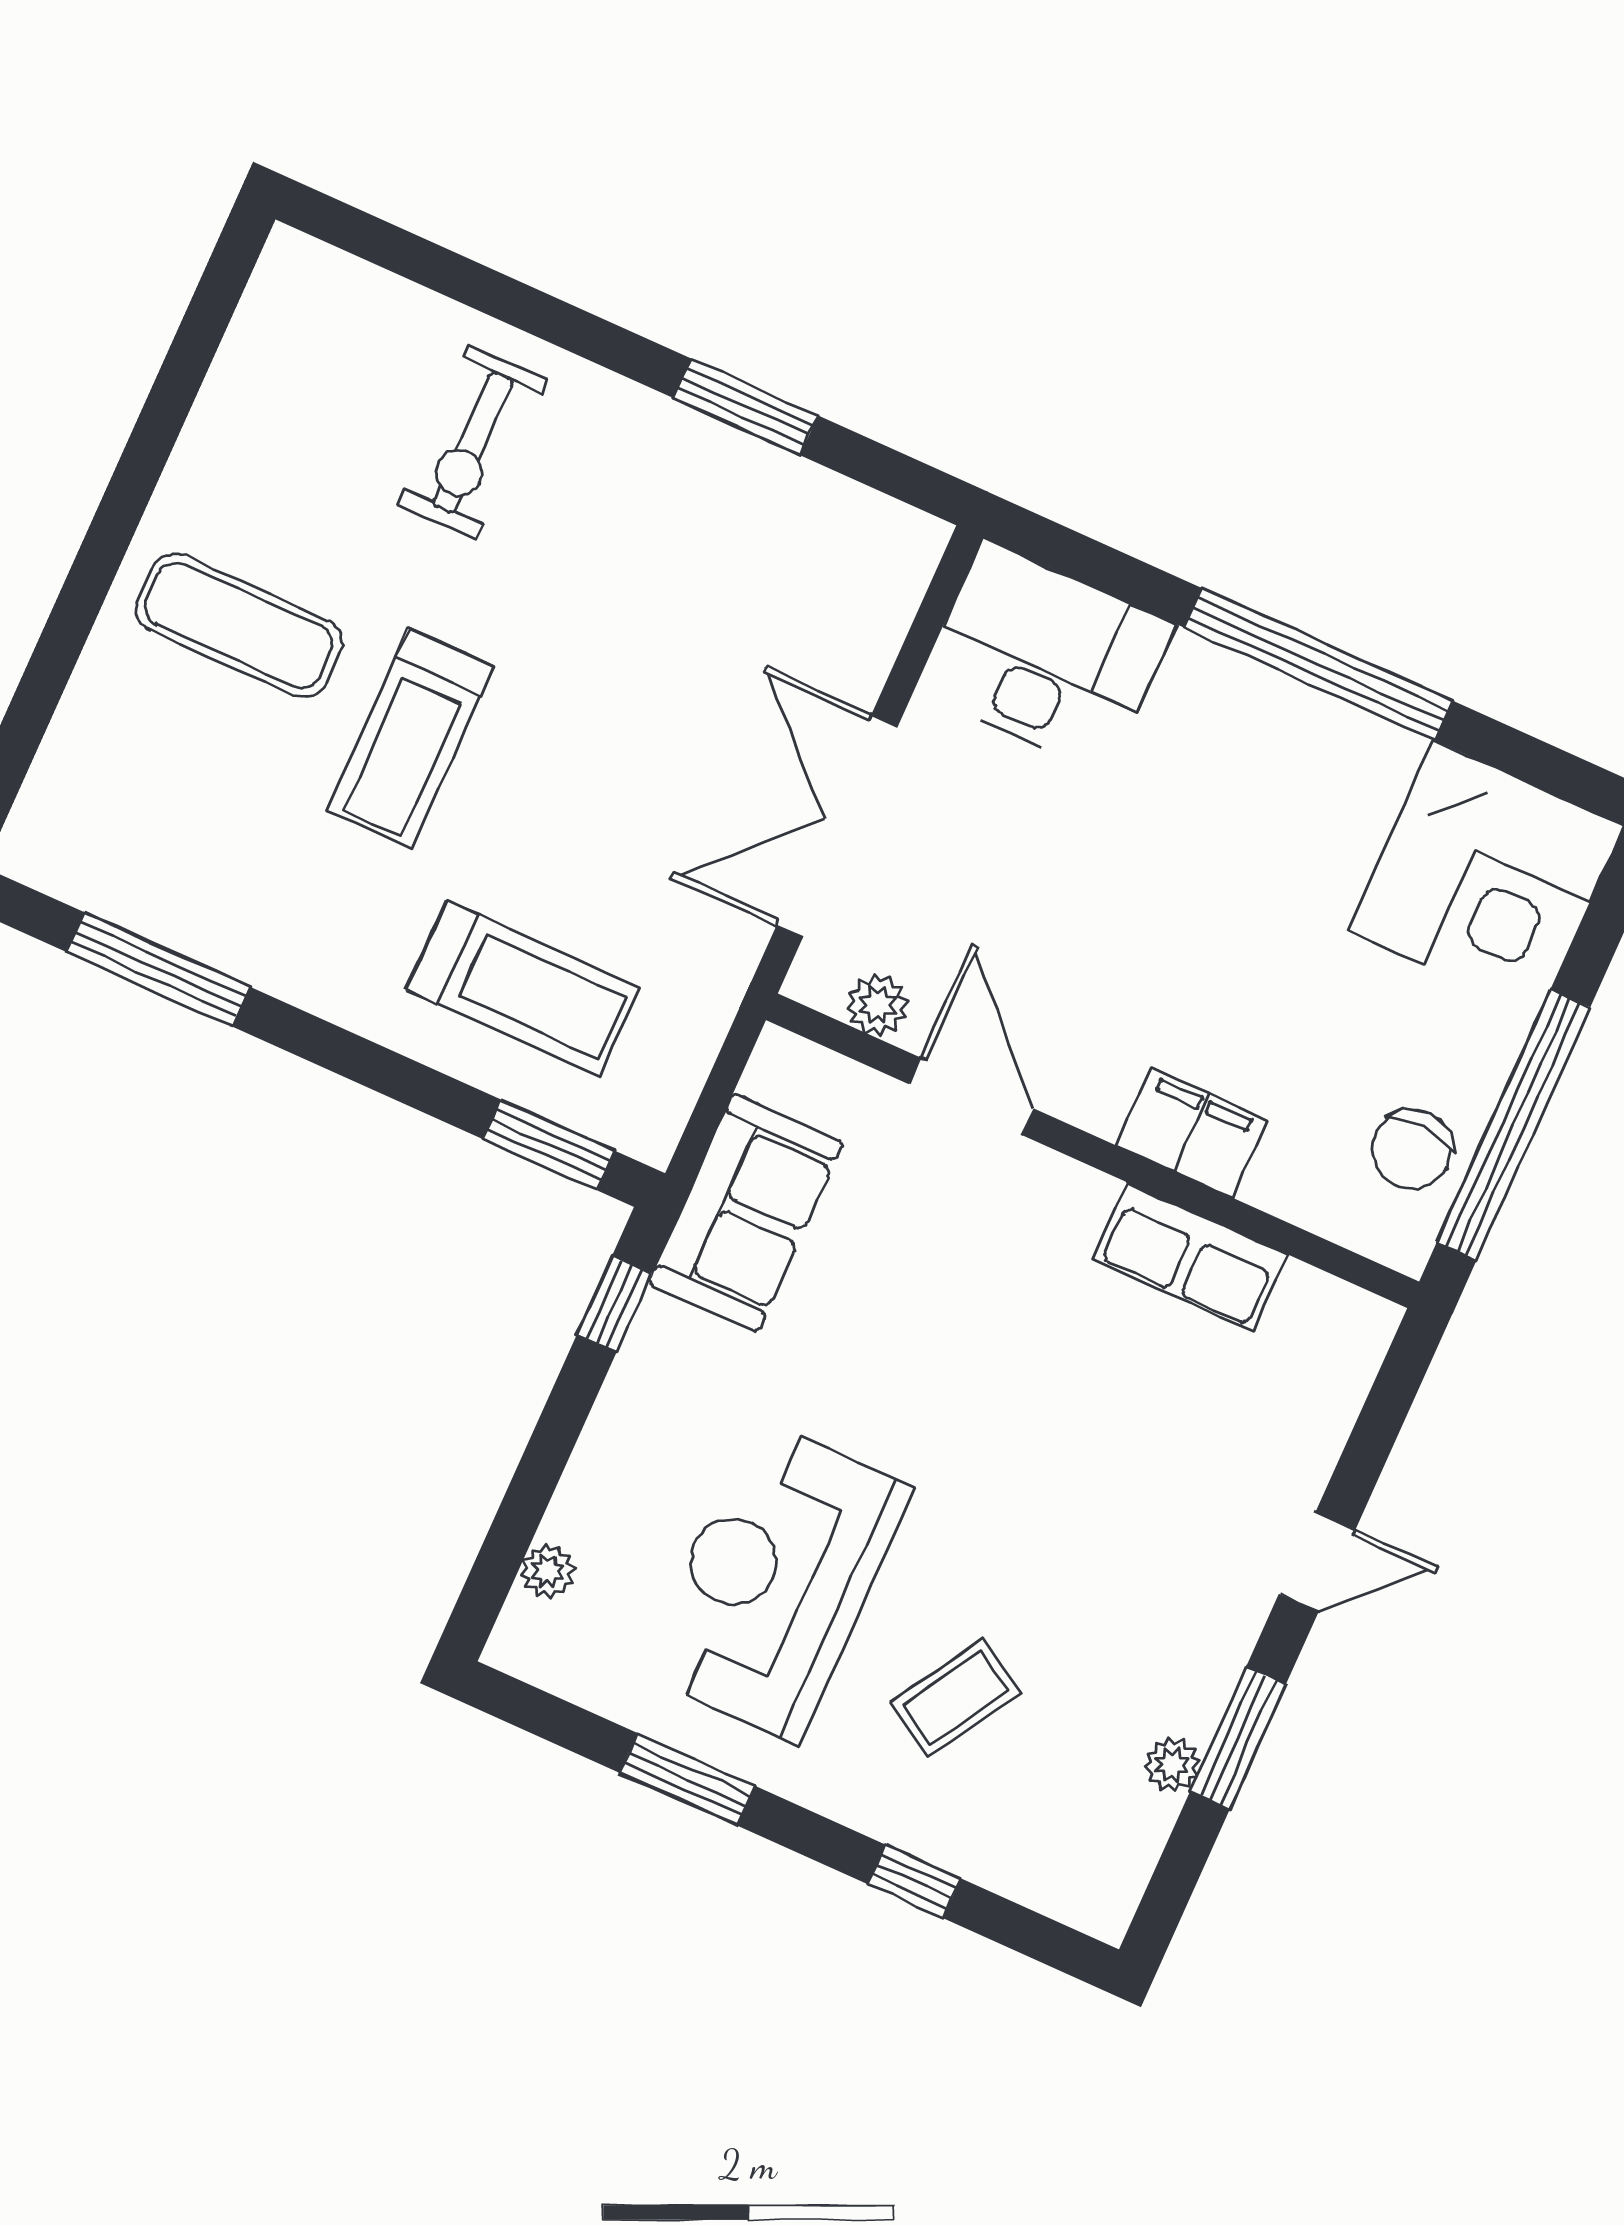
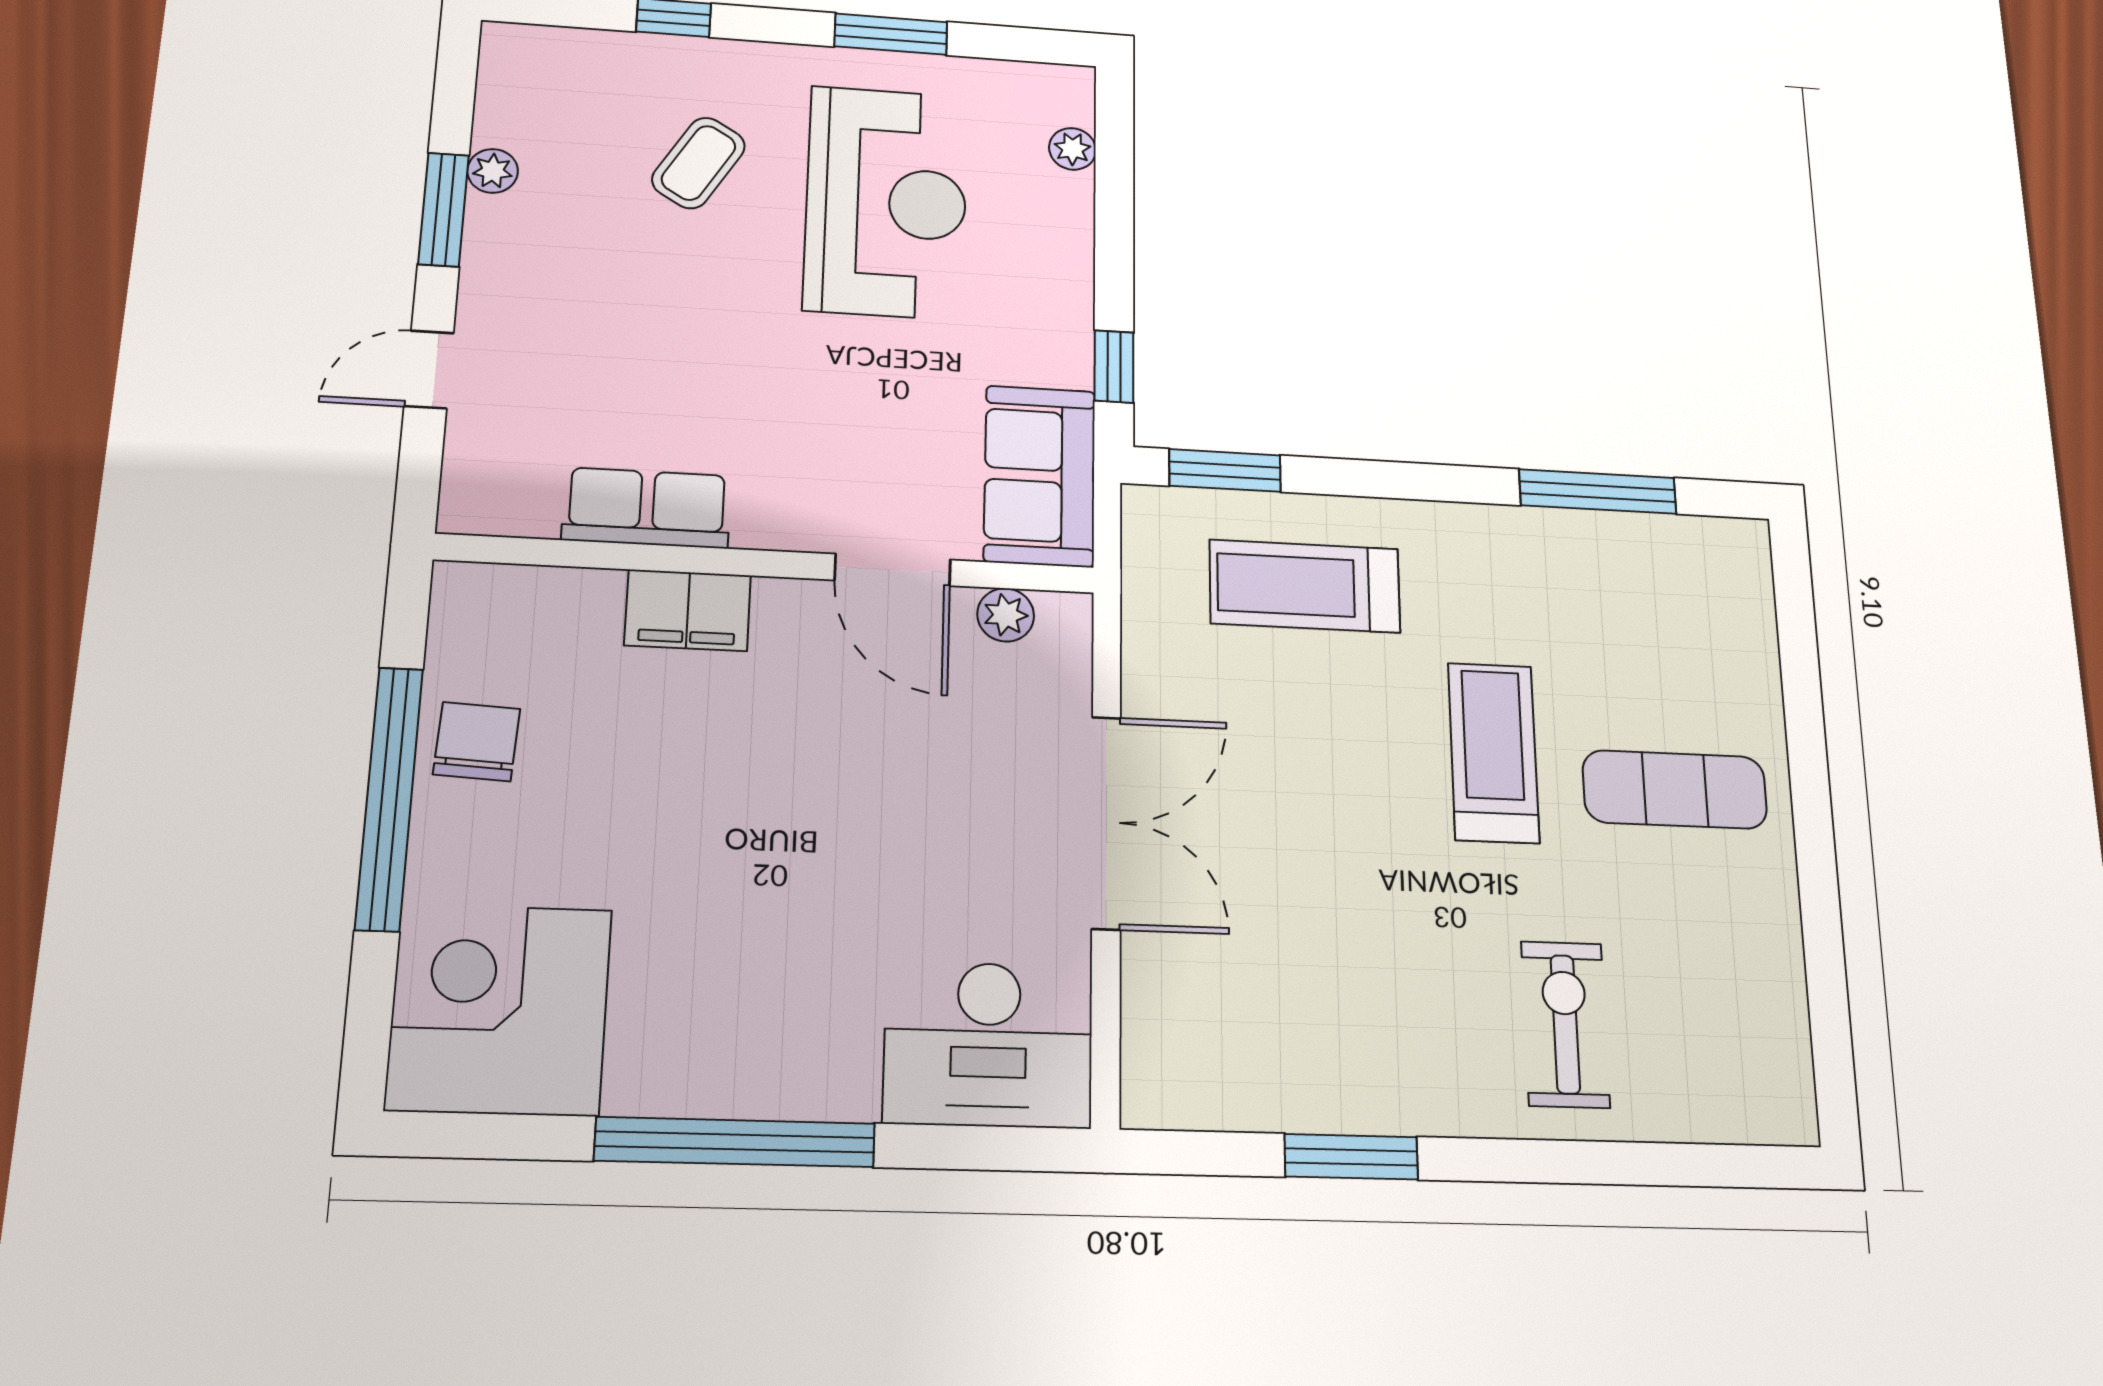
plant: (878, 1005) -> (1006, 615), moved
door: (971, 1096) -> (893, 570), moved
filing cabinet: (1192, 1132) -> (688, 610), moved
wall: (1092, 1151) -> (769, 564), moved
row of seats: (1190, 1257) -> (647, 508), moved

